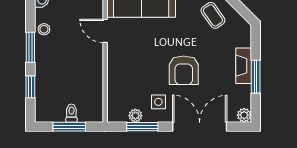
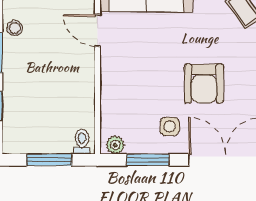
toilet: (71, 113) -> (82, 142), moved
plant: (135, 116) -> (115, 145), moved

